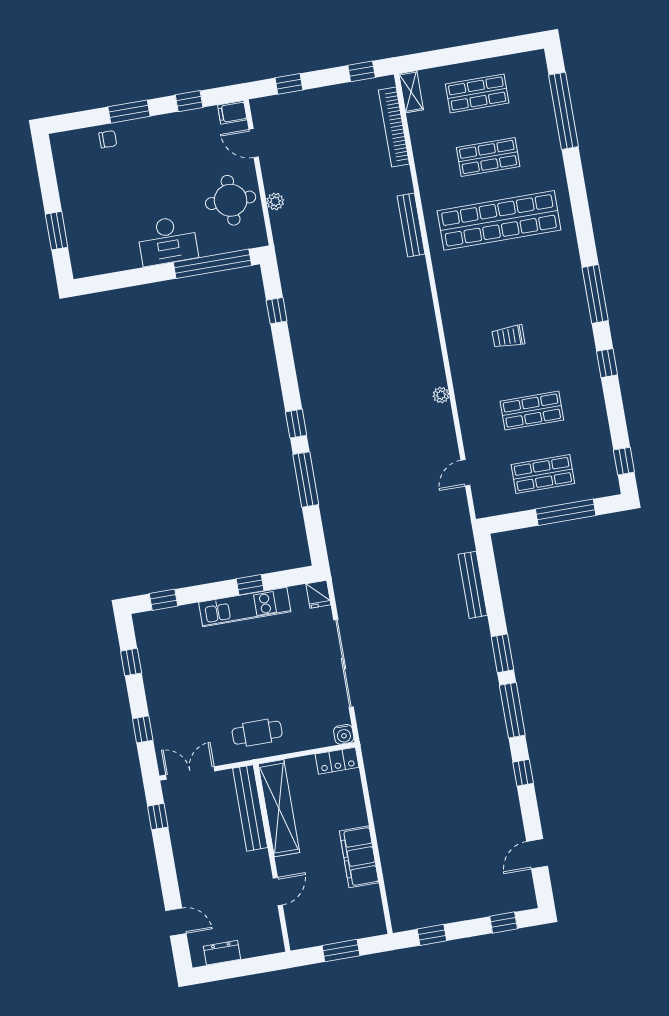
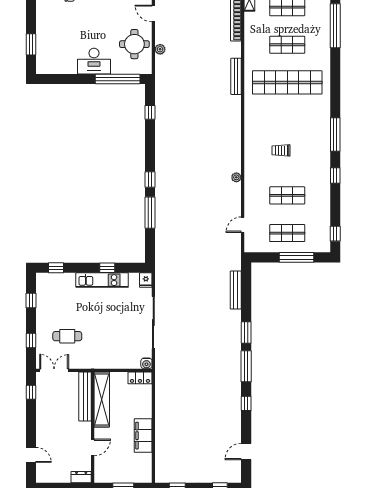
cafe table: (257, 733) -> (67, 336), moved
dresser: (222, 953) -> (81, 477), moved

